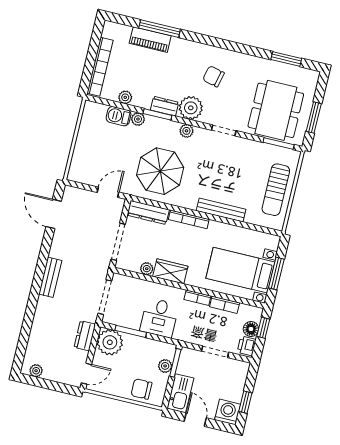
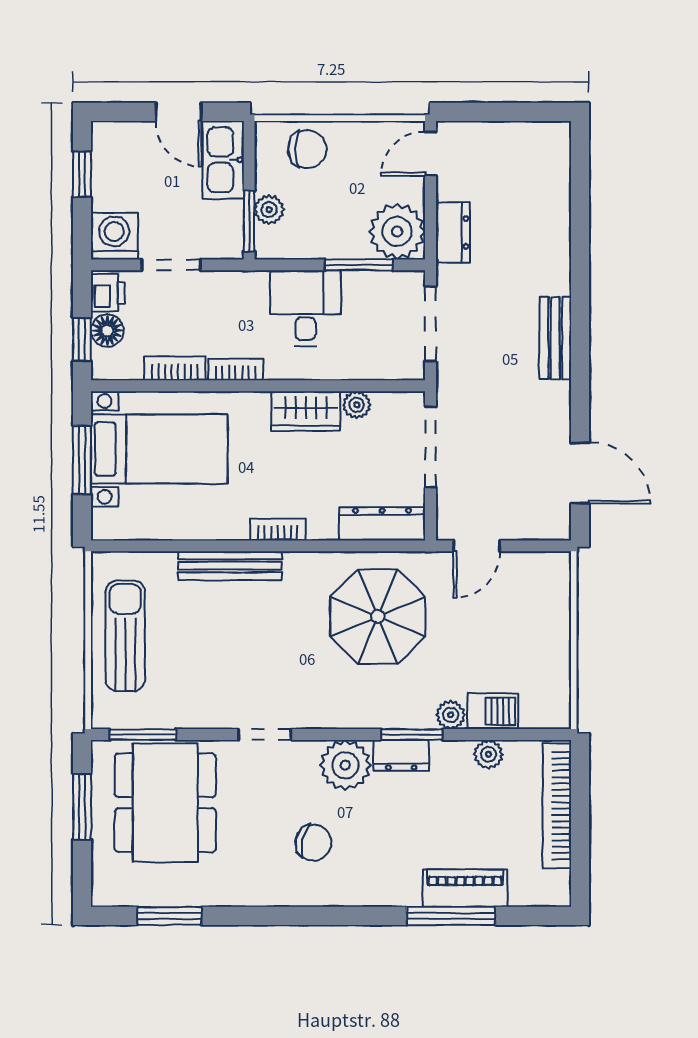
plant: (186, 131) -> (343, 715), removed
bookcase: (189, 219) -> (278, 530), width x0.64
plant: (36, 371) -> (538, 134), removed
washing machine: (228, 412) -> (114, 236), moved, turned 180

